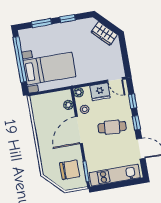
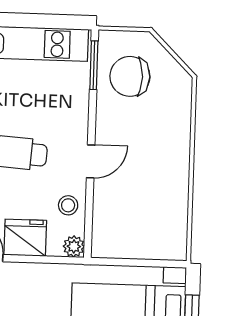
plant: (68, 105) -> (102, 223), removed
door: (79, 130) -> (91, 161), width x0.53

